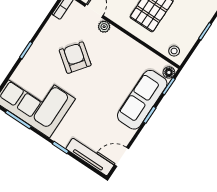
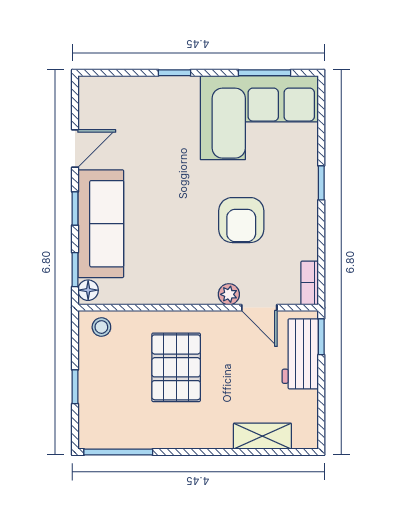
armchair: (75, 58) -> (241, 220), turned 53
tv unit: (90, 157) -> (122, 87), removed
door: (122, 157) -> (75, 149), moved

